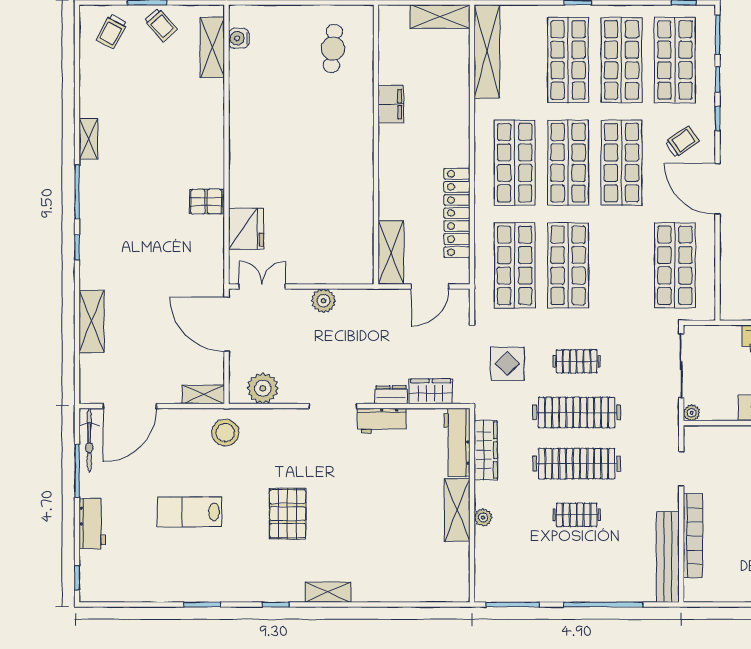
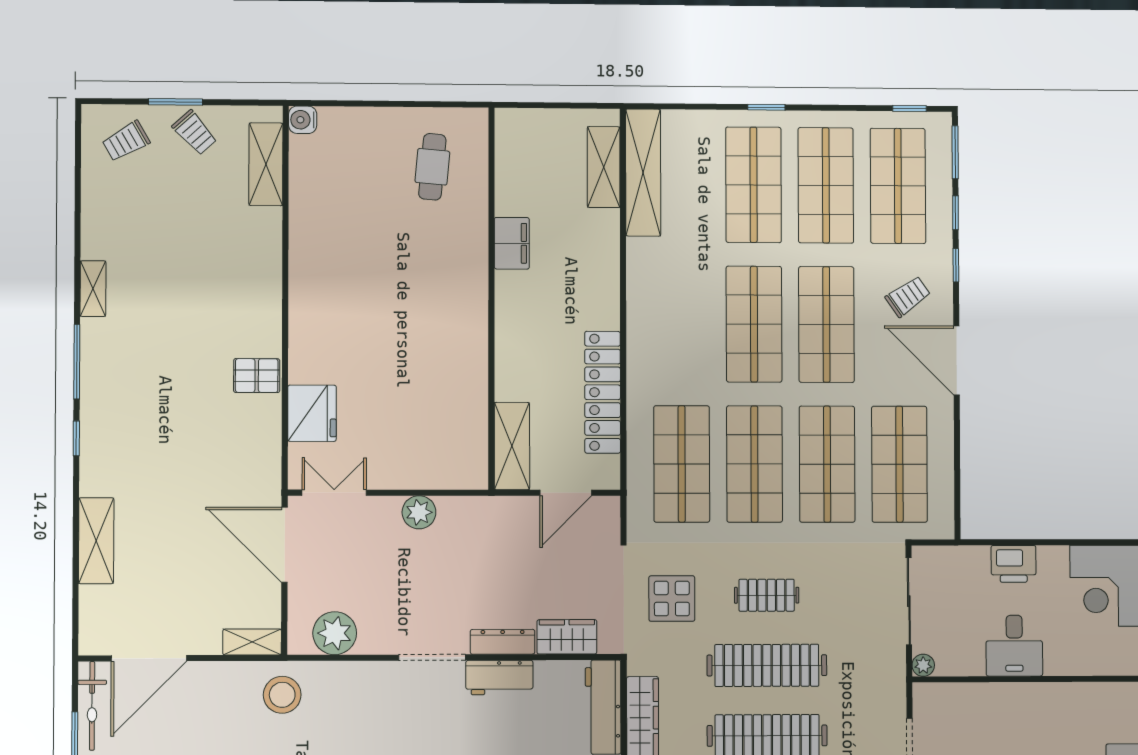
shelving: (440, 17) -> (604, 167), moved, turned 90
trolley: (112, 31) -> (126, 141), turned 32
water cooler: (239, 38) -> (303, 120), moved
shop shelf: (515, 163) -> (827, 464), moved
dresser: (391, 395) -> (503, 642), width x1.44

